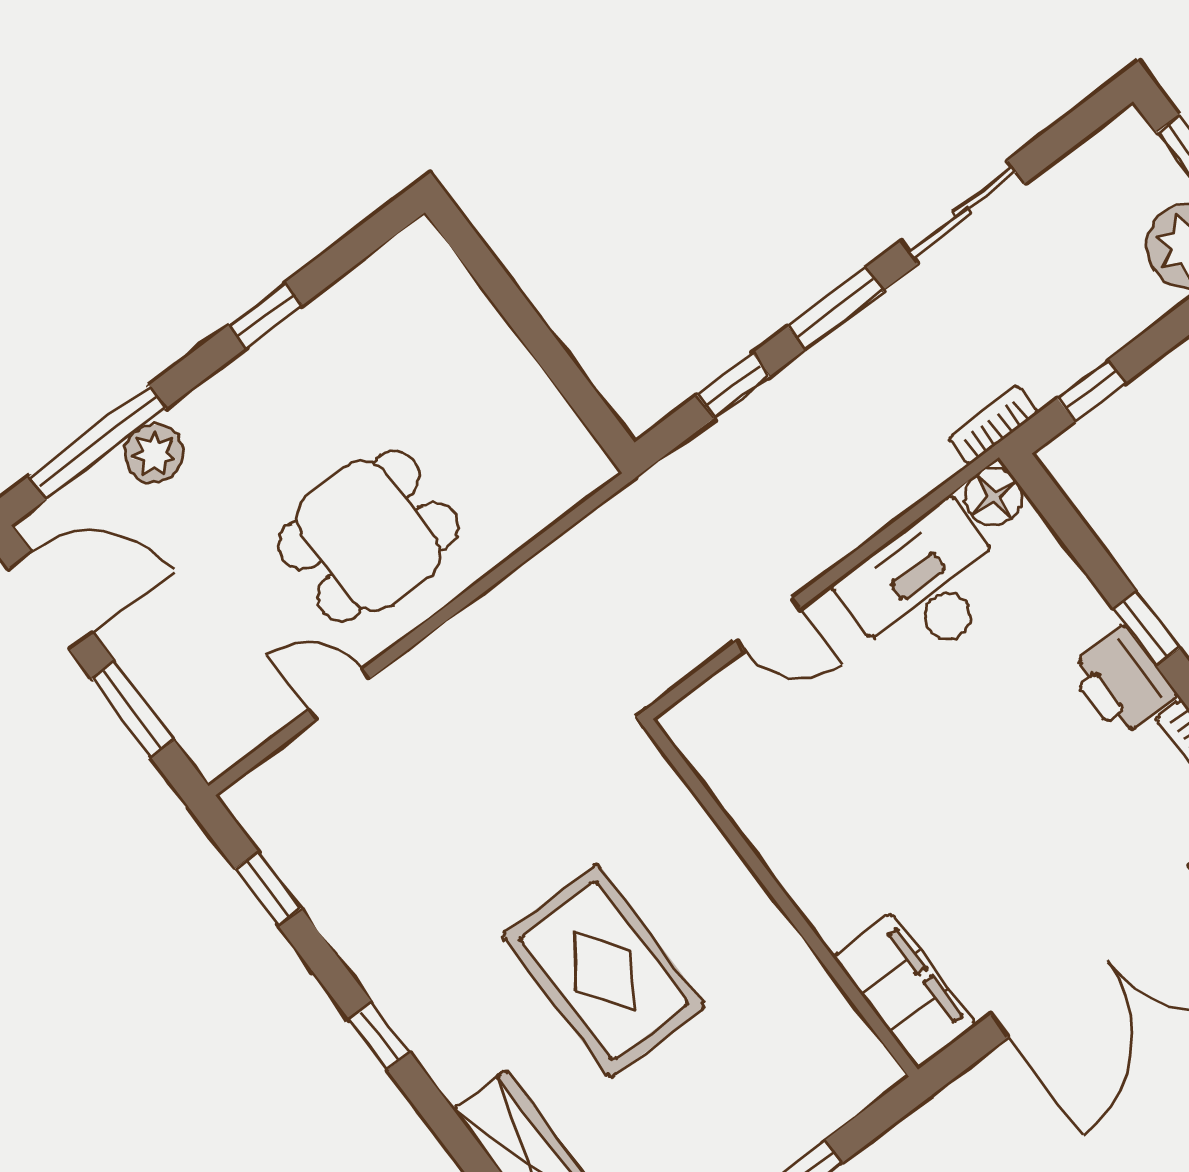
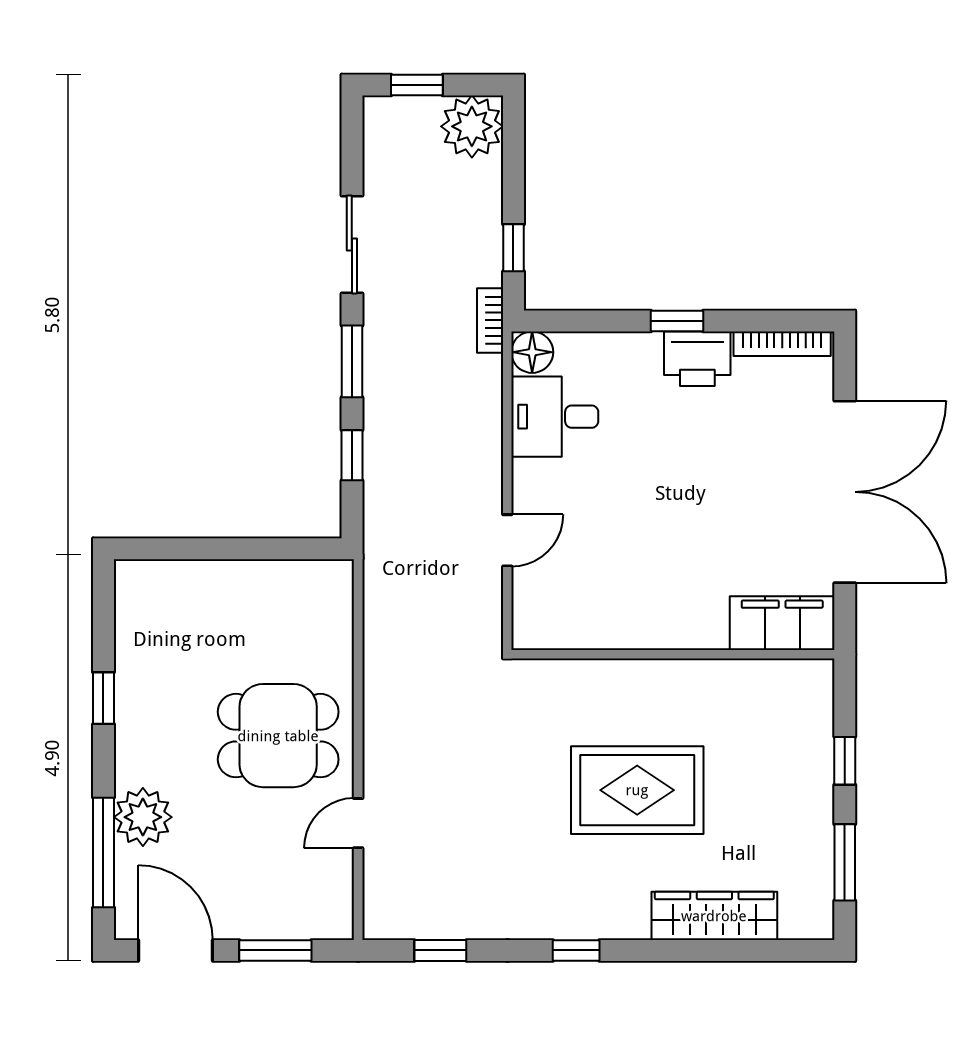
plant: (154, 454) -> (143, 817), width x1.36, depth x1.36
dining table: (368, 536) -> (278, 736), turned 90
desk: (926, 587) -> (555, 417), width x0.73
door: (50, 601) -> (175, 950), hinge flipped

